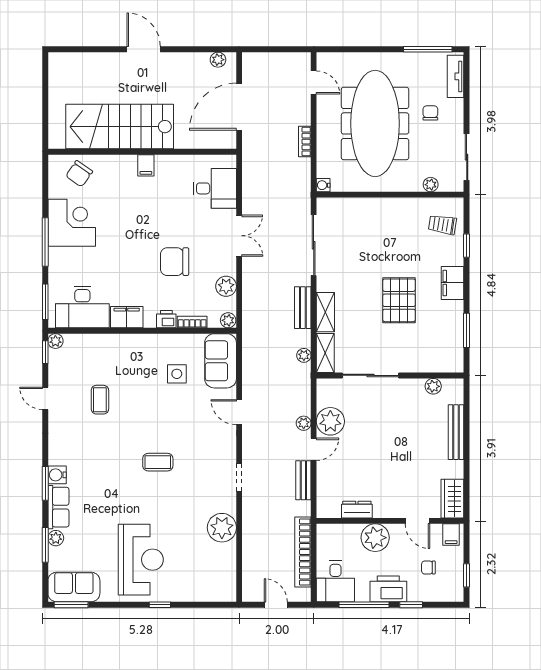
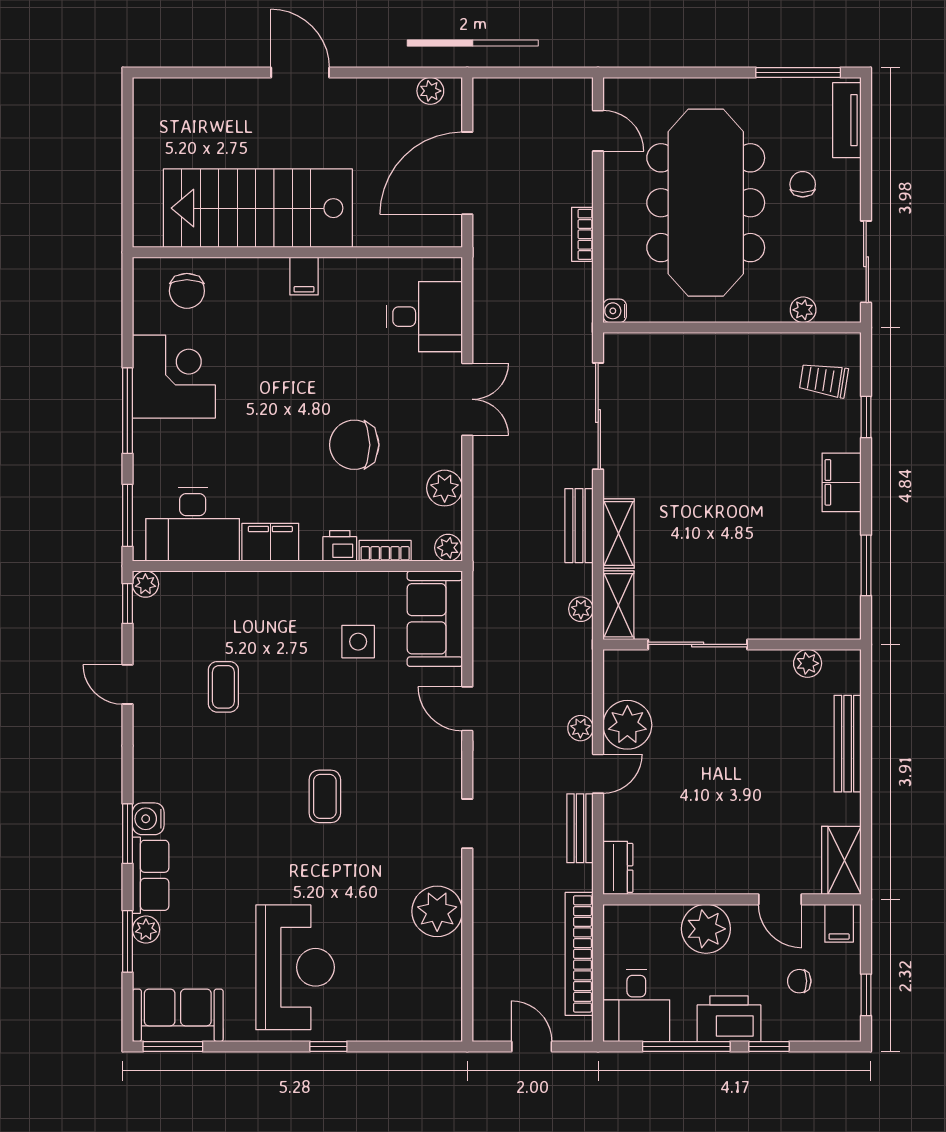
chair: (79, 174) -> (187, 291), turned -35
pallet: (399, 300) -> (748, 513), removed
coffee table: (158, 462) -> (325, 796), turned 90
dresser: (357, 510) -> (618, 868), moved, turned 90

